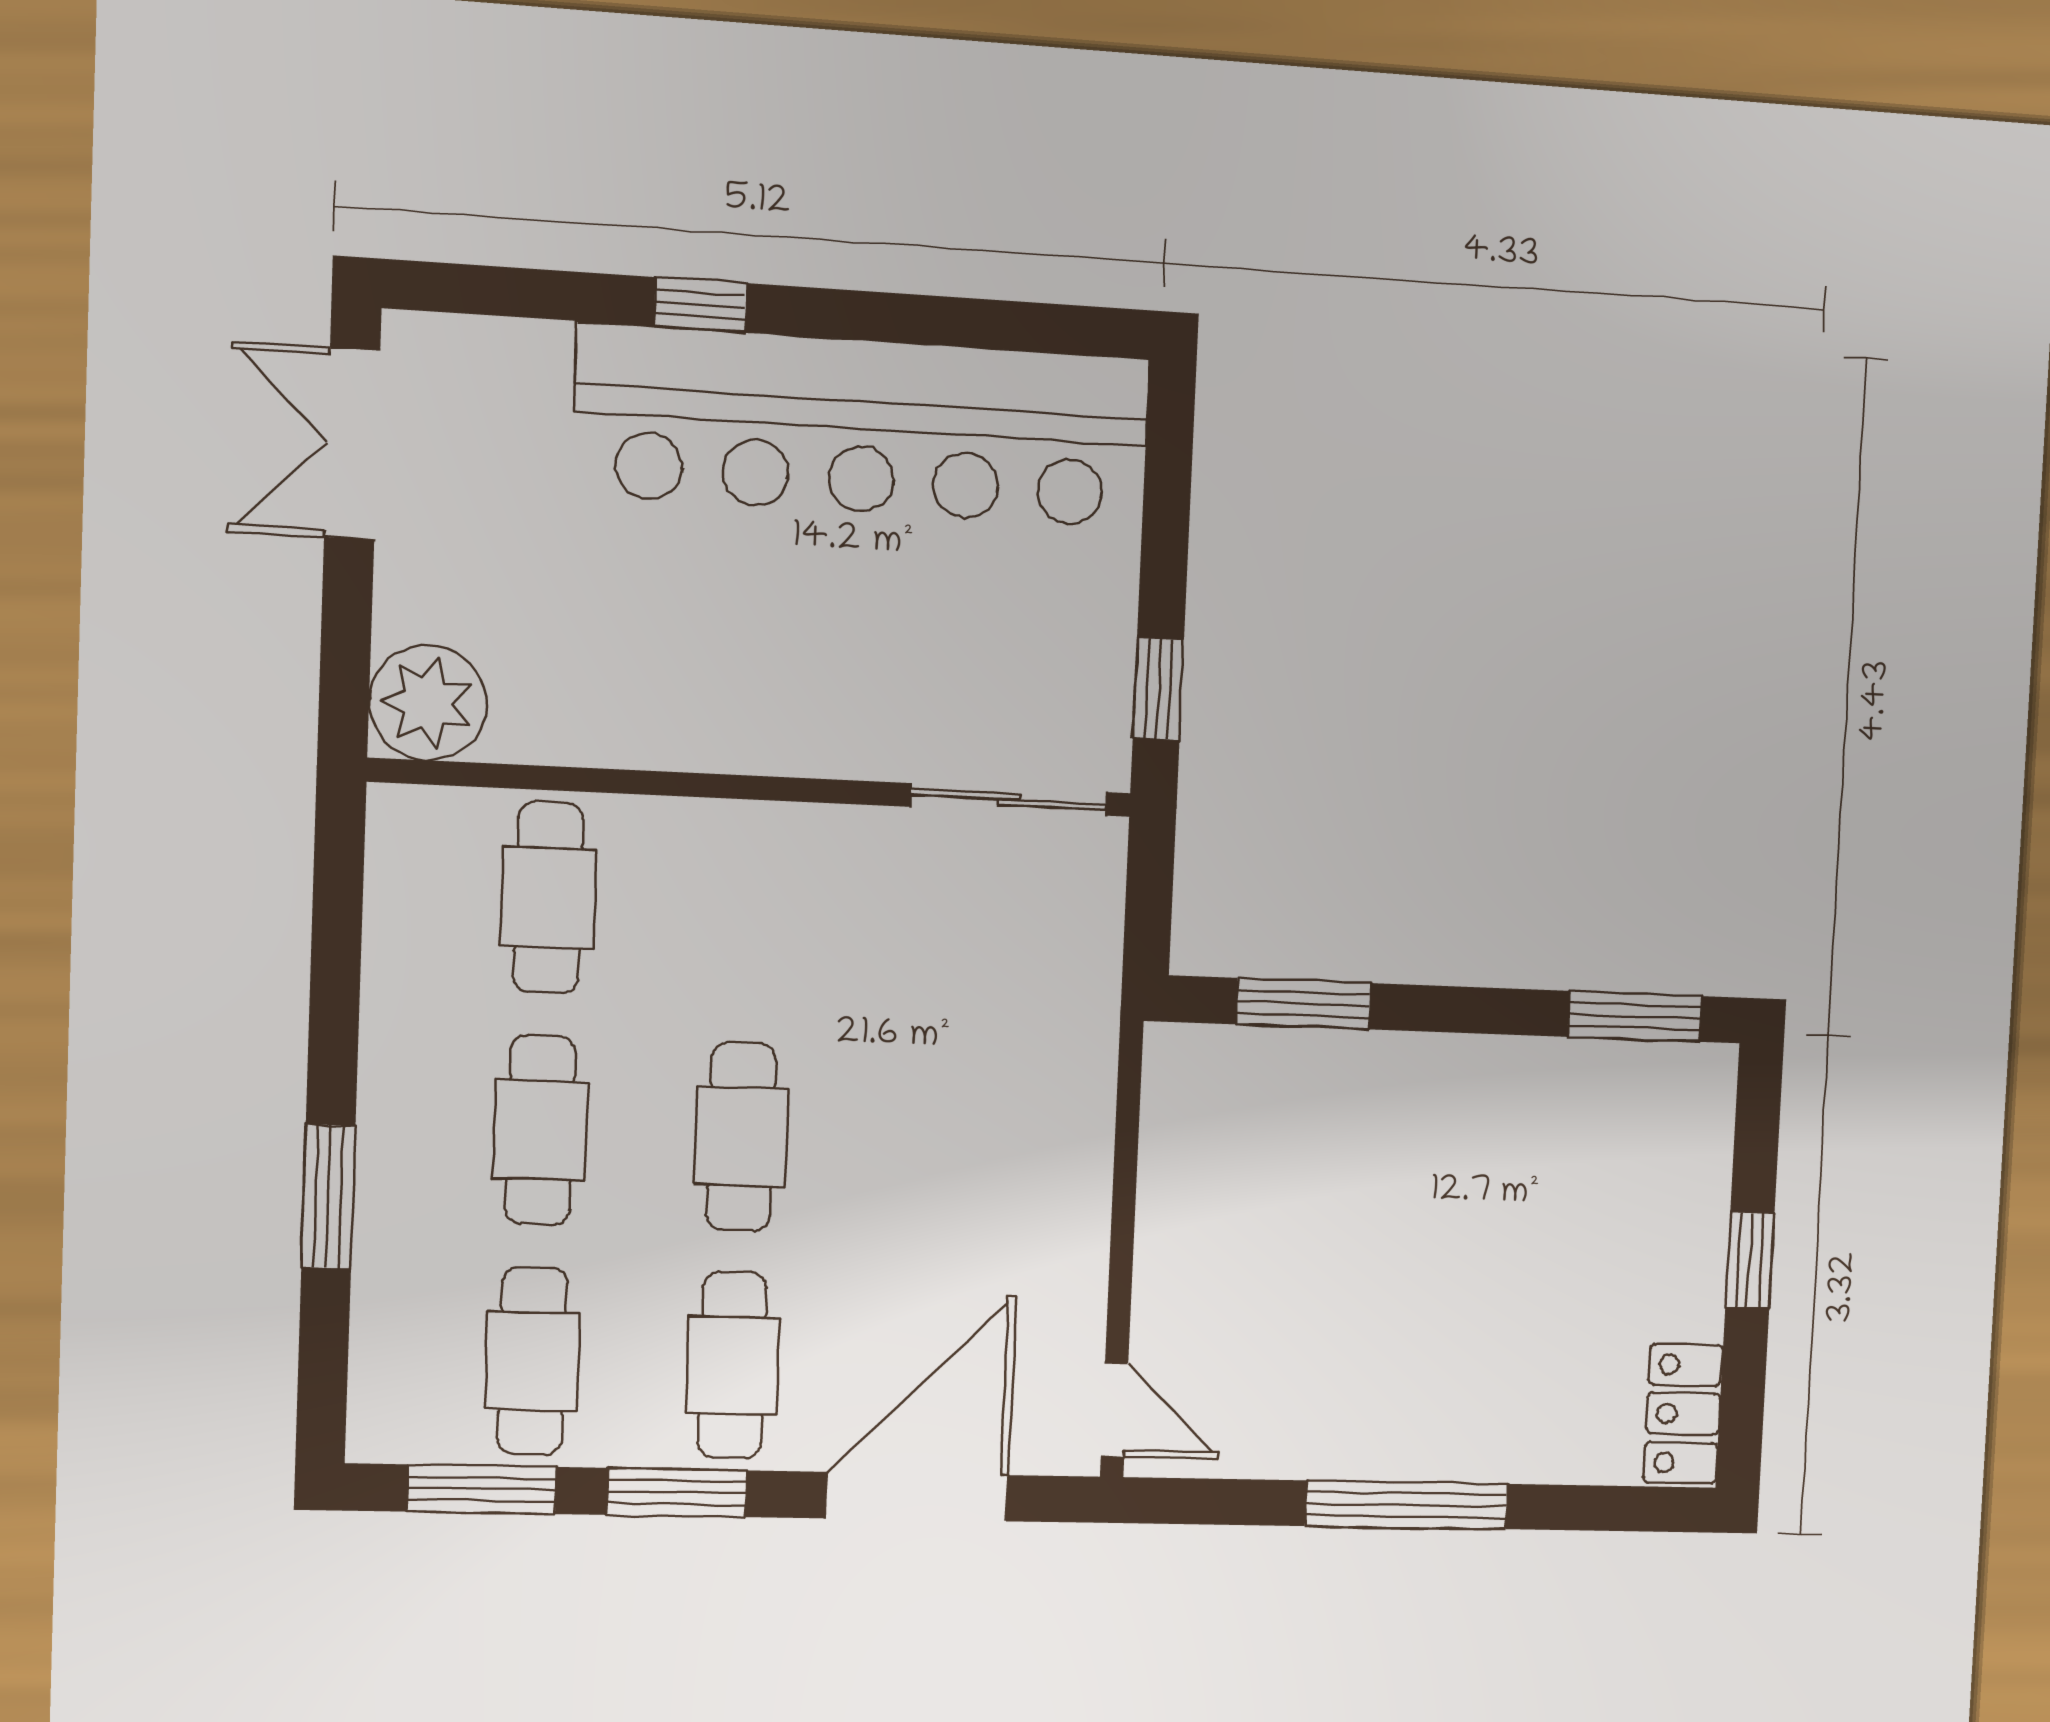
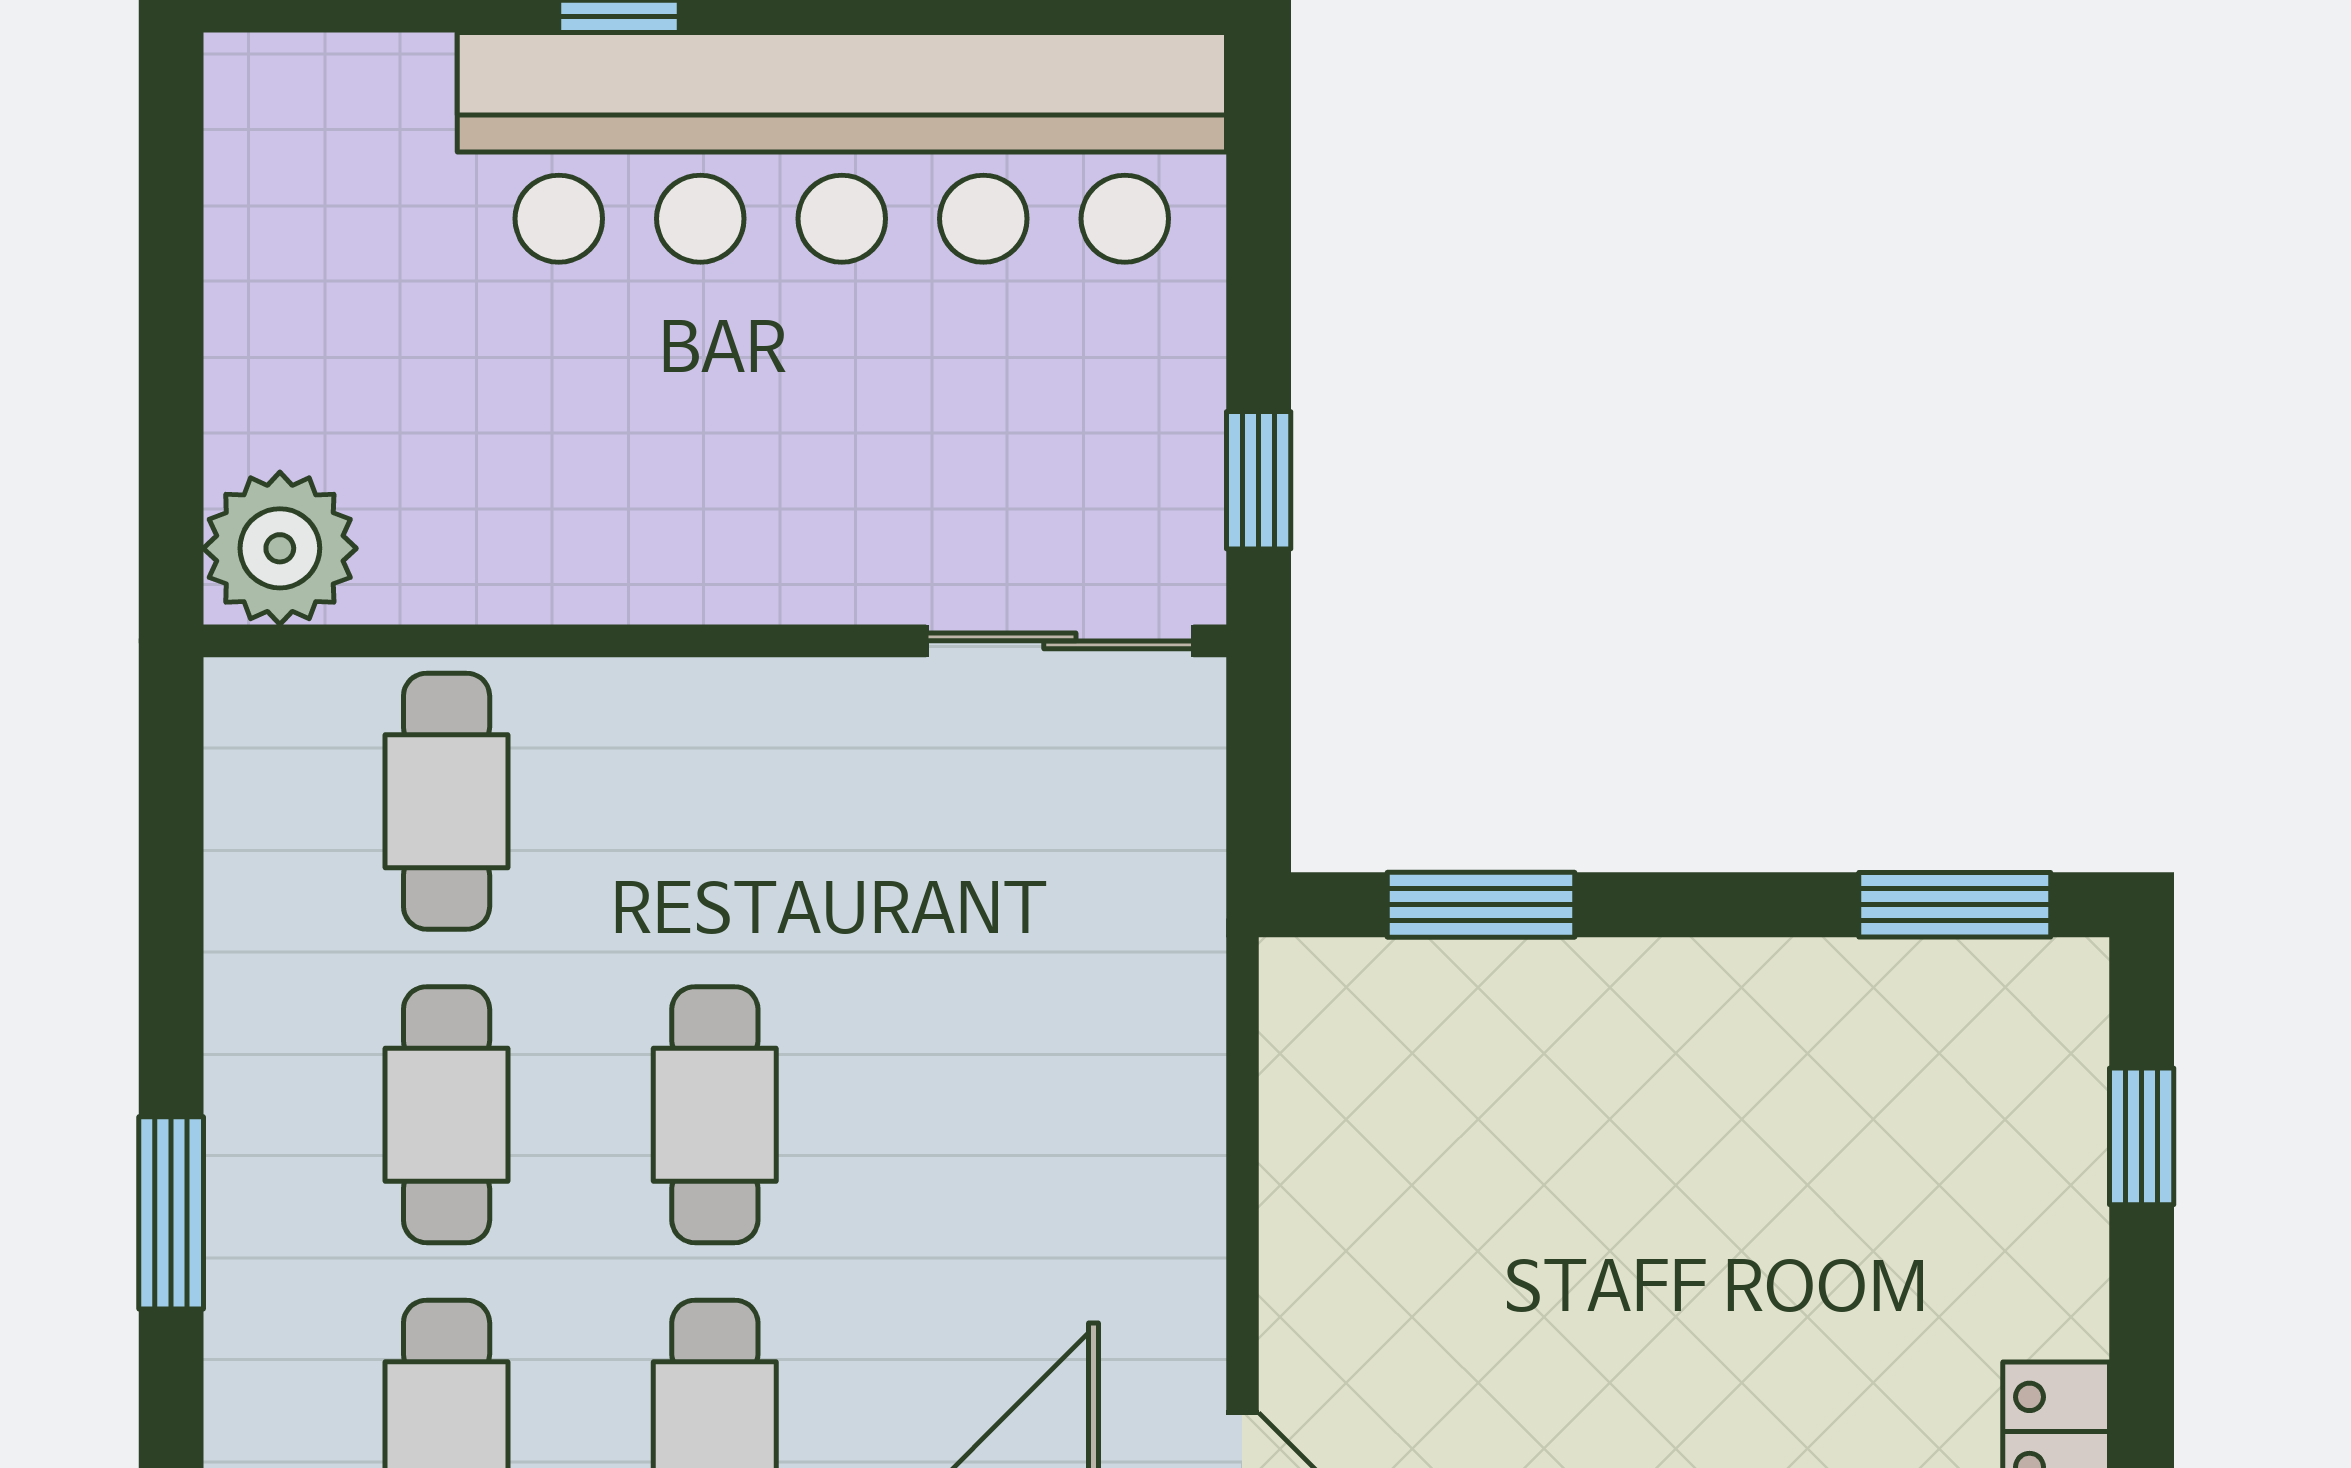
double door: (352, 444) -> (171, 212), removed
window: (1750, 1260) -> (2142, 1136), moved

